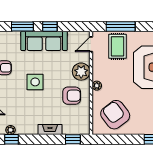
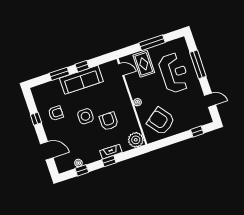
window: (121, 26) -> (152, 43), moved
door: (91, 44) -> (121, 70), swing flipped
plant: (81, 72) -> (136, 140), moved
armchair: (72, 96) -> (109, 121), moved, turned -90
window: (73, 139) -> (109, 161), moved

